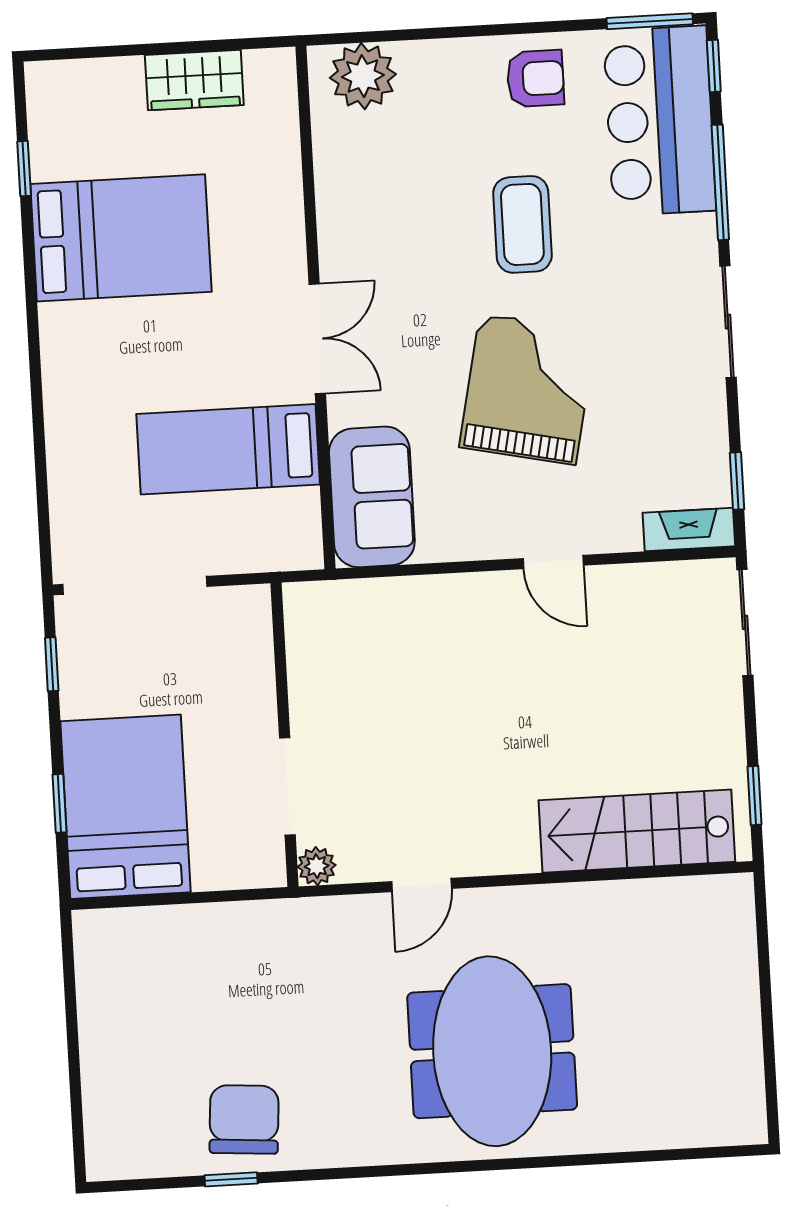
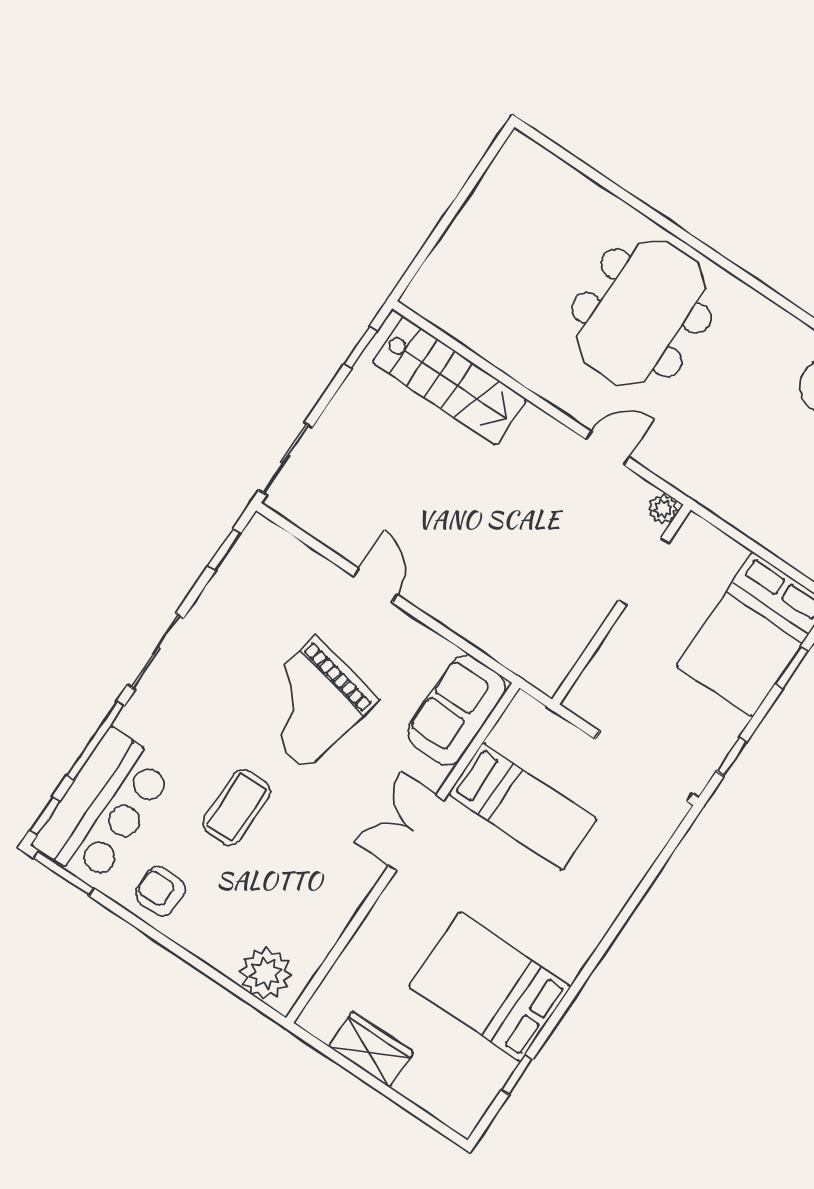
fireplace: (689, 529) -> (277, 542), removed

